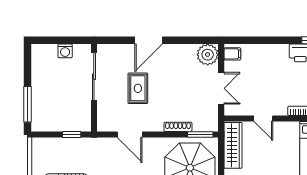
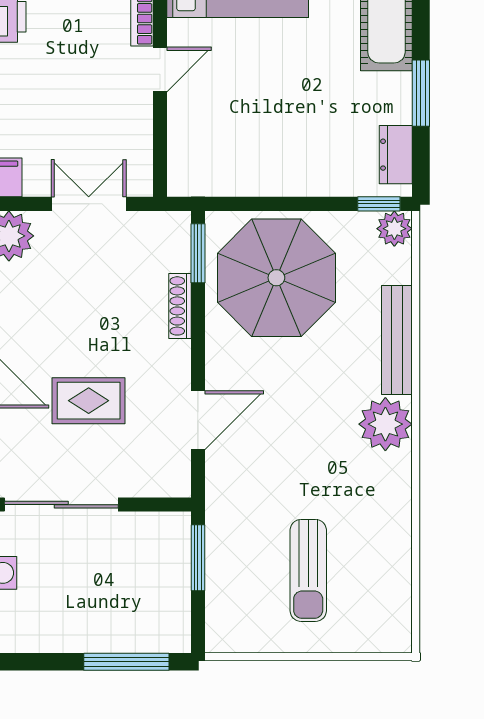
door: (263, 118) -> (160, 70), moved
window: (72, 135) -> (198, 558), width x1.50
wardrobe: (233, 145) -> (224, 176), removed

